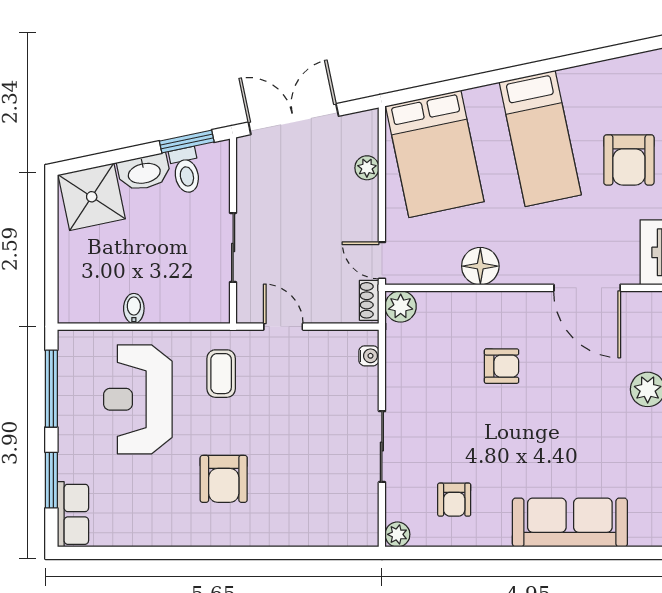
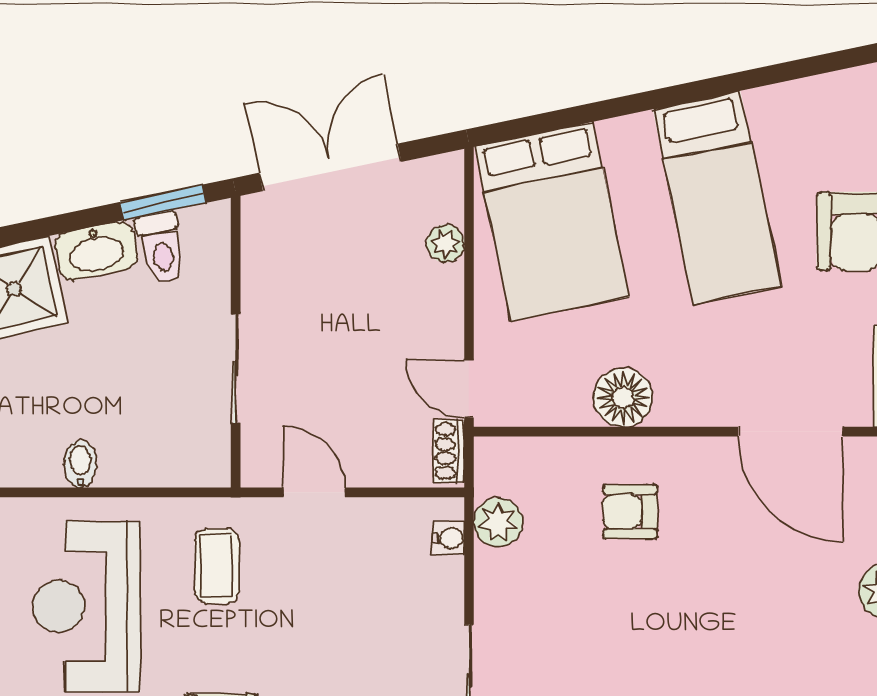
plant: (401, 306) -> (498, 522), moved
armchair: (502, 366) -> (630, 512), moved, turned 180

